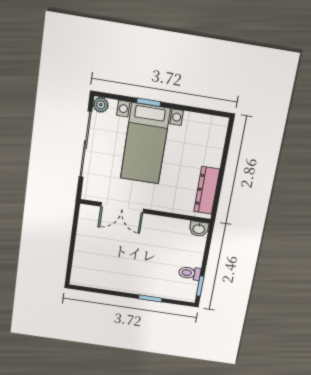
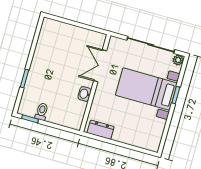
dresser: (207, 190) -> (101, 130), width x0.70
washbasin: (199, 229) -> (85, 94), moved

